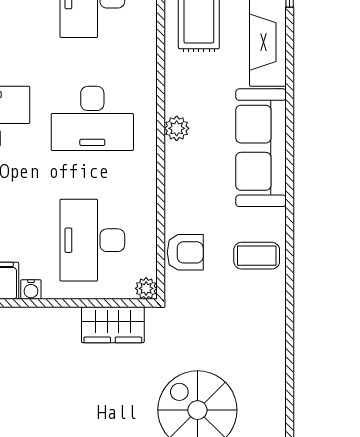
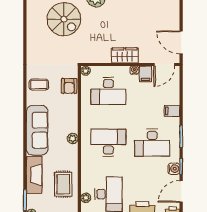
desk: (92, 240) -> (108, 91), turned 90
armchair: (185, 252) -> (69, 86), turned -90
wardrobe: (113, 325) -> (125, 55), moved

